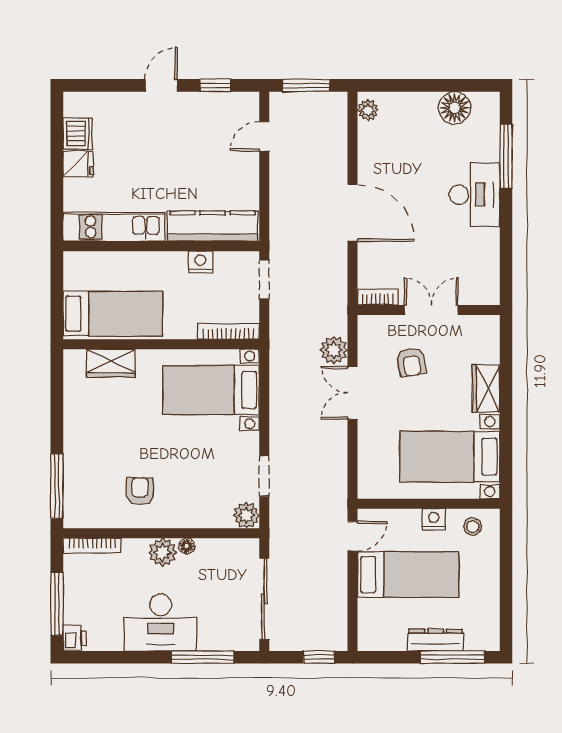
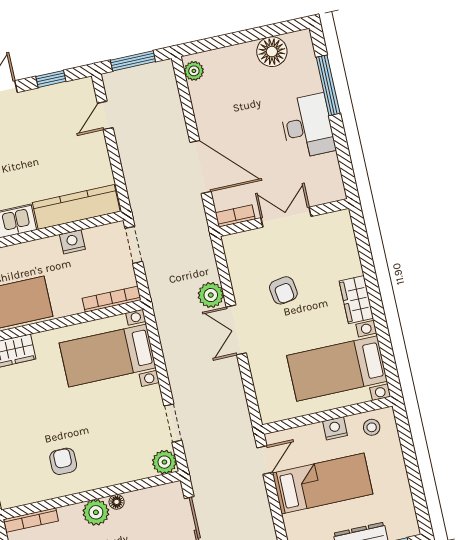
bookcase: (378, 297) -> (235, 216), moved
wall: (429, 310) -> (284, 218), moved
double door: (431, 310) -> (286, 217), moved

